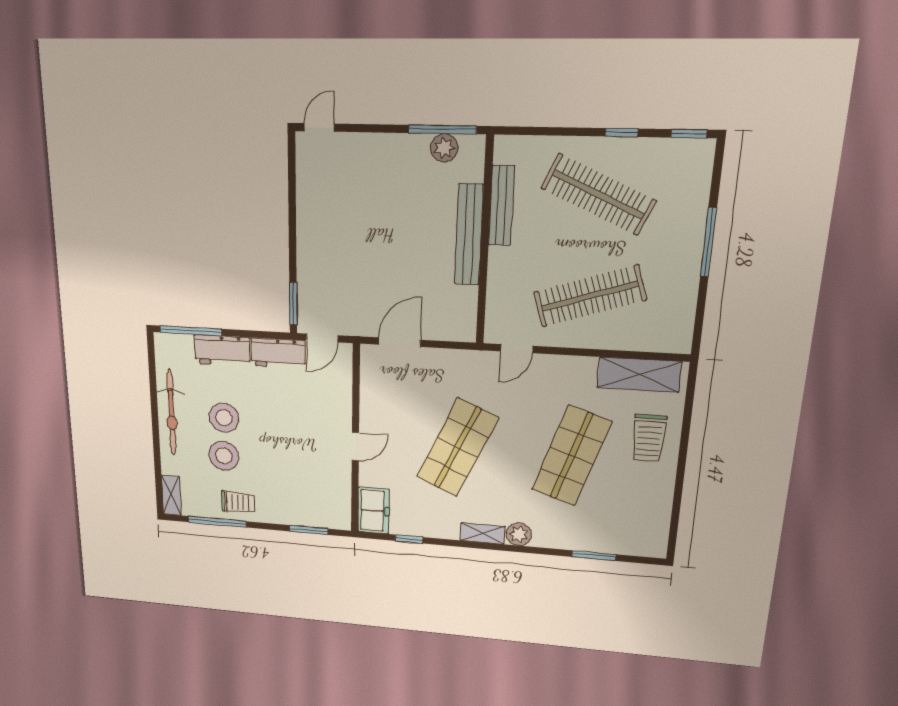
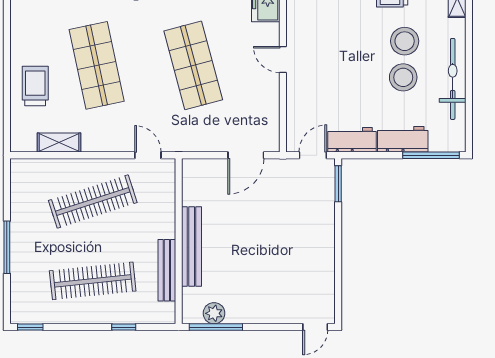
window: (622, 132) -> (124, 327), moved
clothes rail: (598, 194) -> (93, 281), turned -30
door: (517, 349) -> (148, 155), hinge flipped
shelving: (639, 375) -> (59, 143), width x0.67, depth x0.75
door: (355, 446) -> (283, 59), hinge flipped
shop shelf: (457, 448) -> (193, 65), turned -39
shop shelf: (571, 456) -> (97, 65), turned -30

